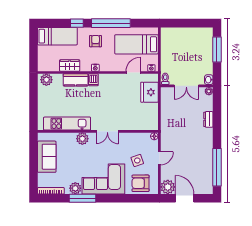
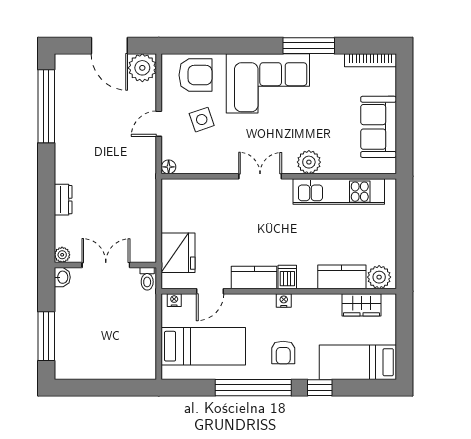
wardrobe: (70, 65) -> (361, 305), moved
kitchen counter: (76, 80) -> (342, 277), moved
kitchen counter: (110, 80) -> (254, 278), added
plant: (75, 188) -> (323, 65), removed

